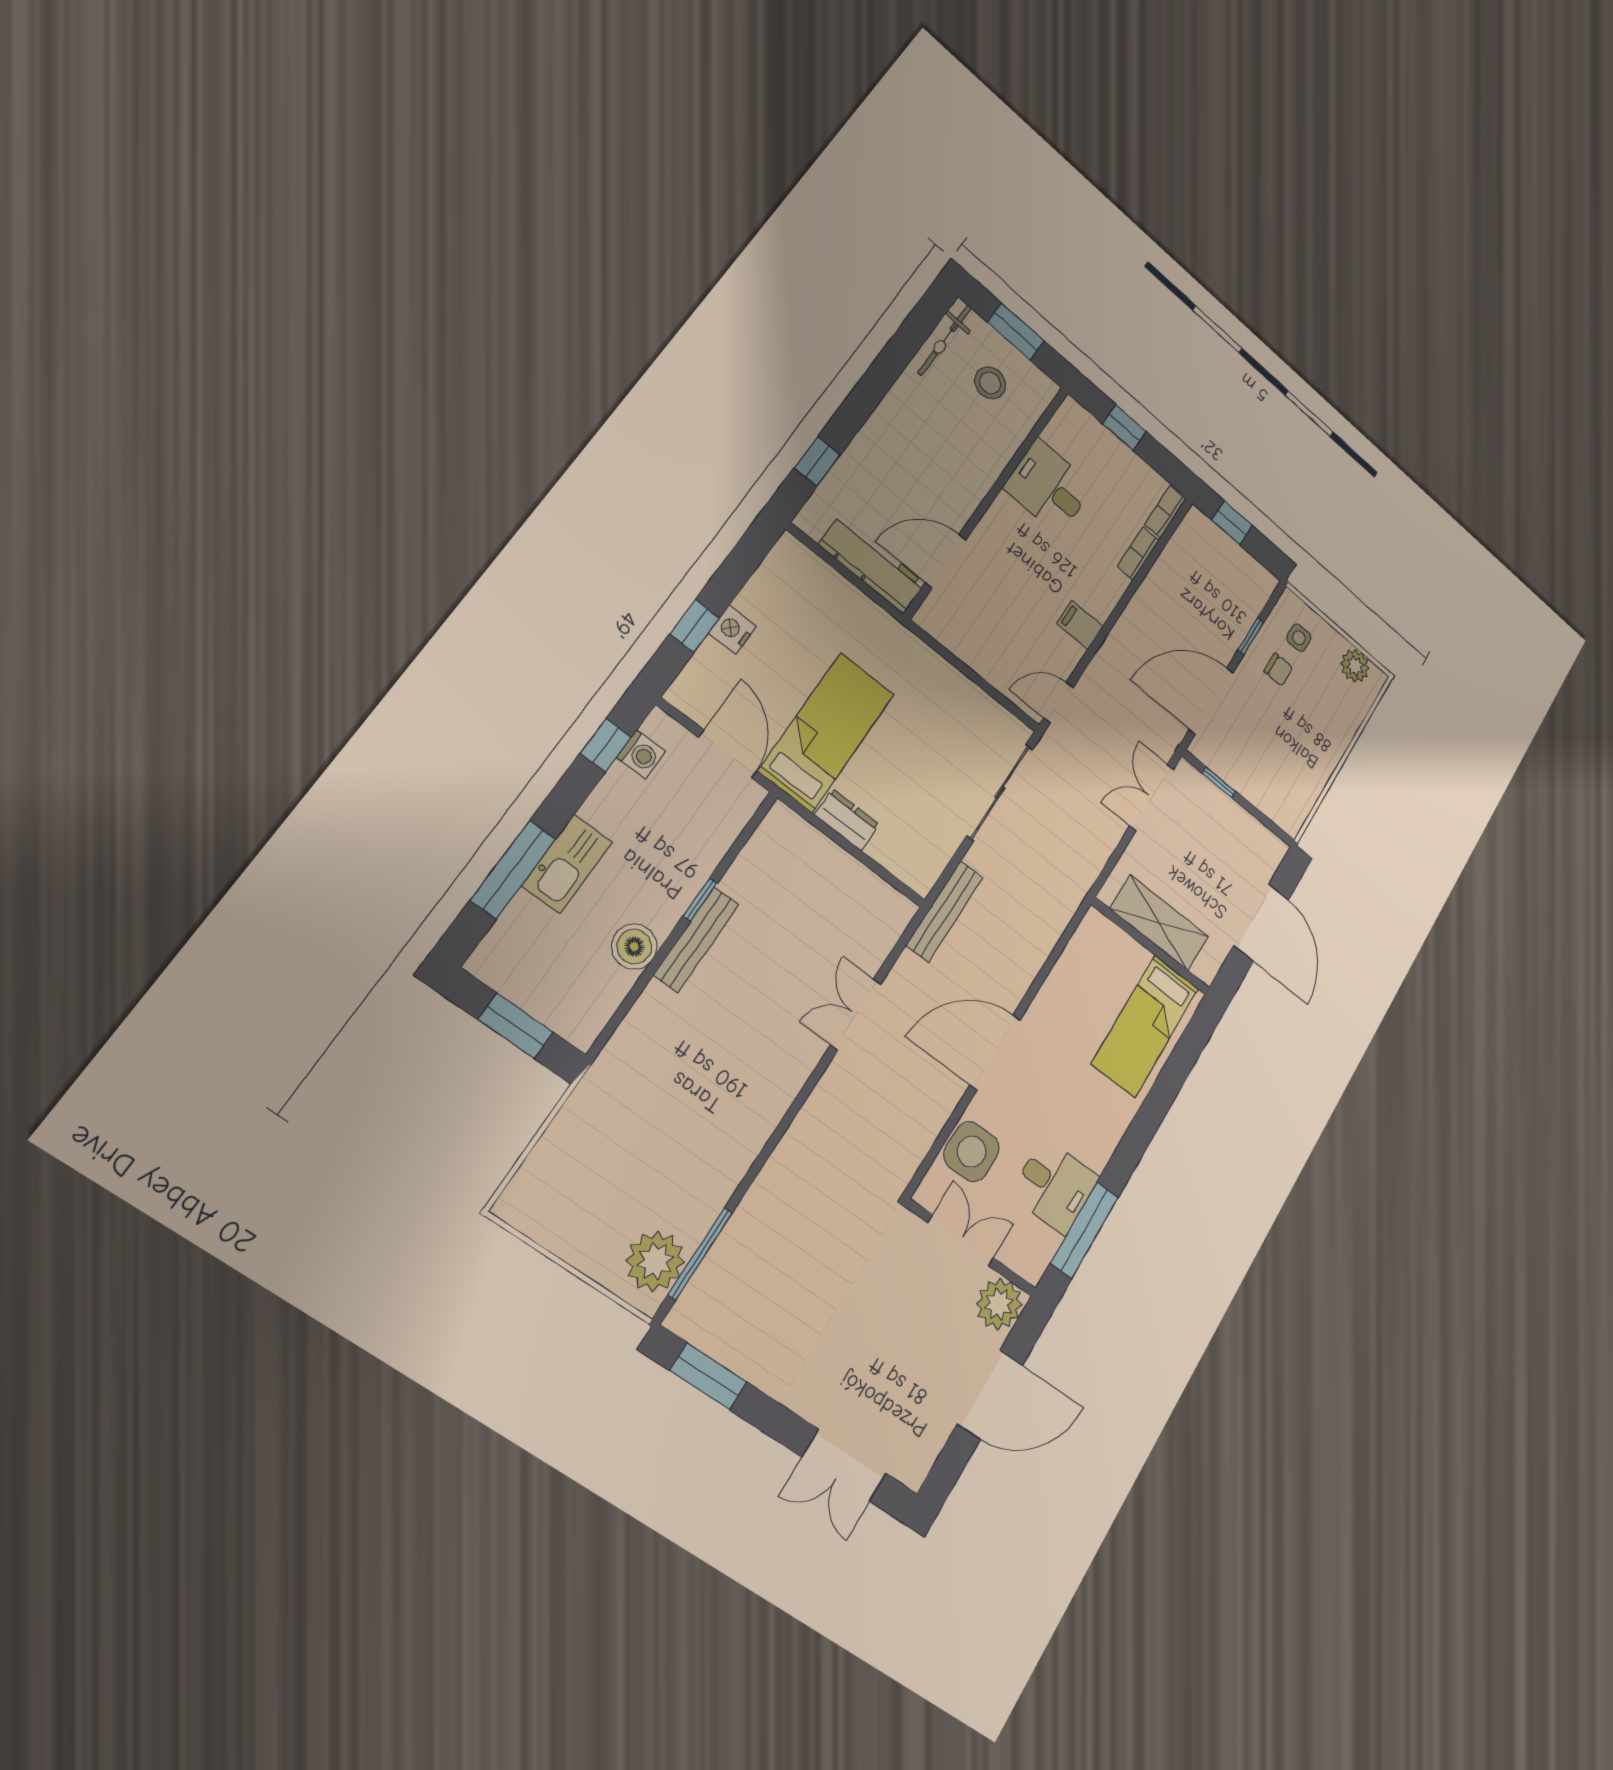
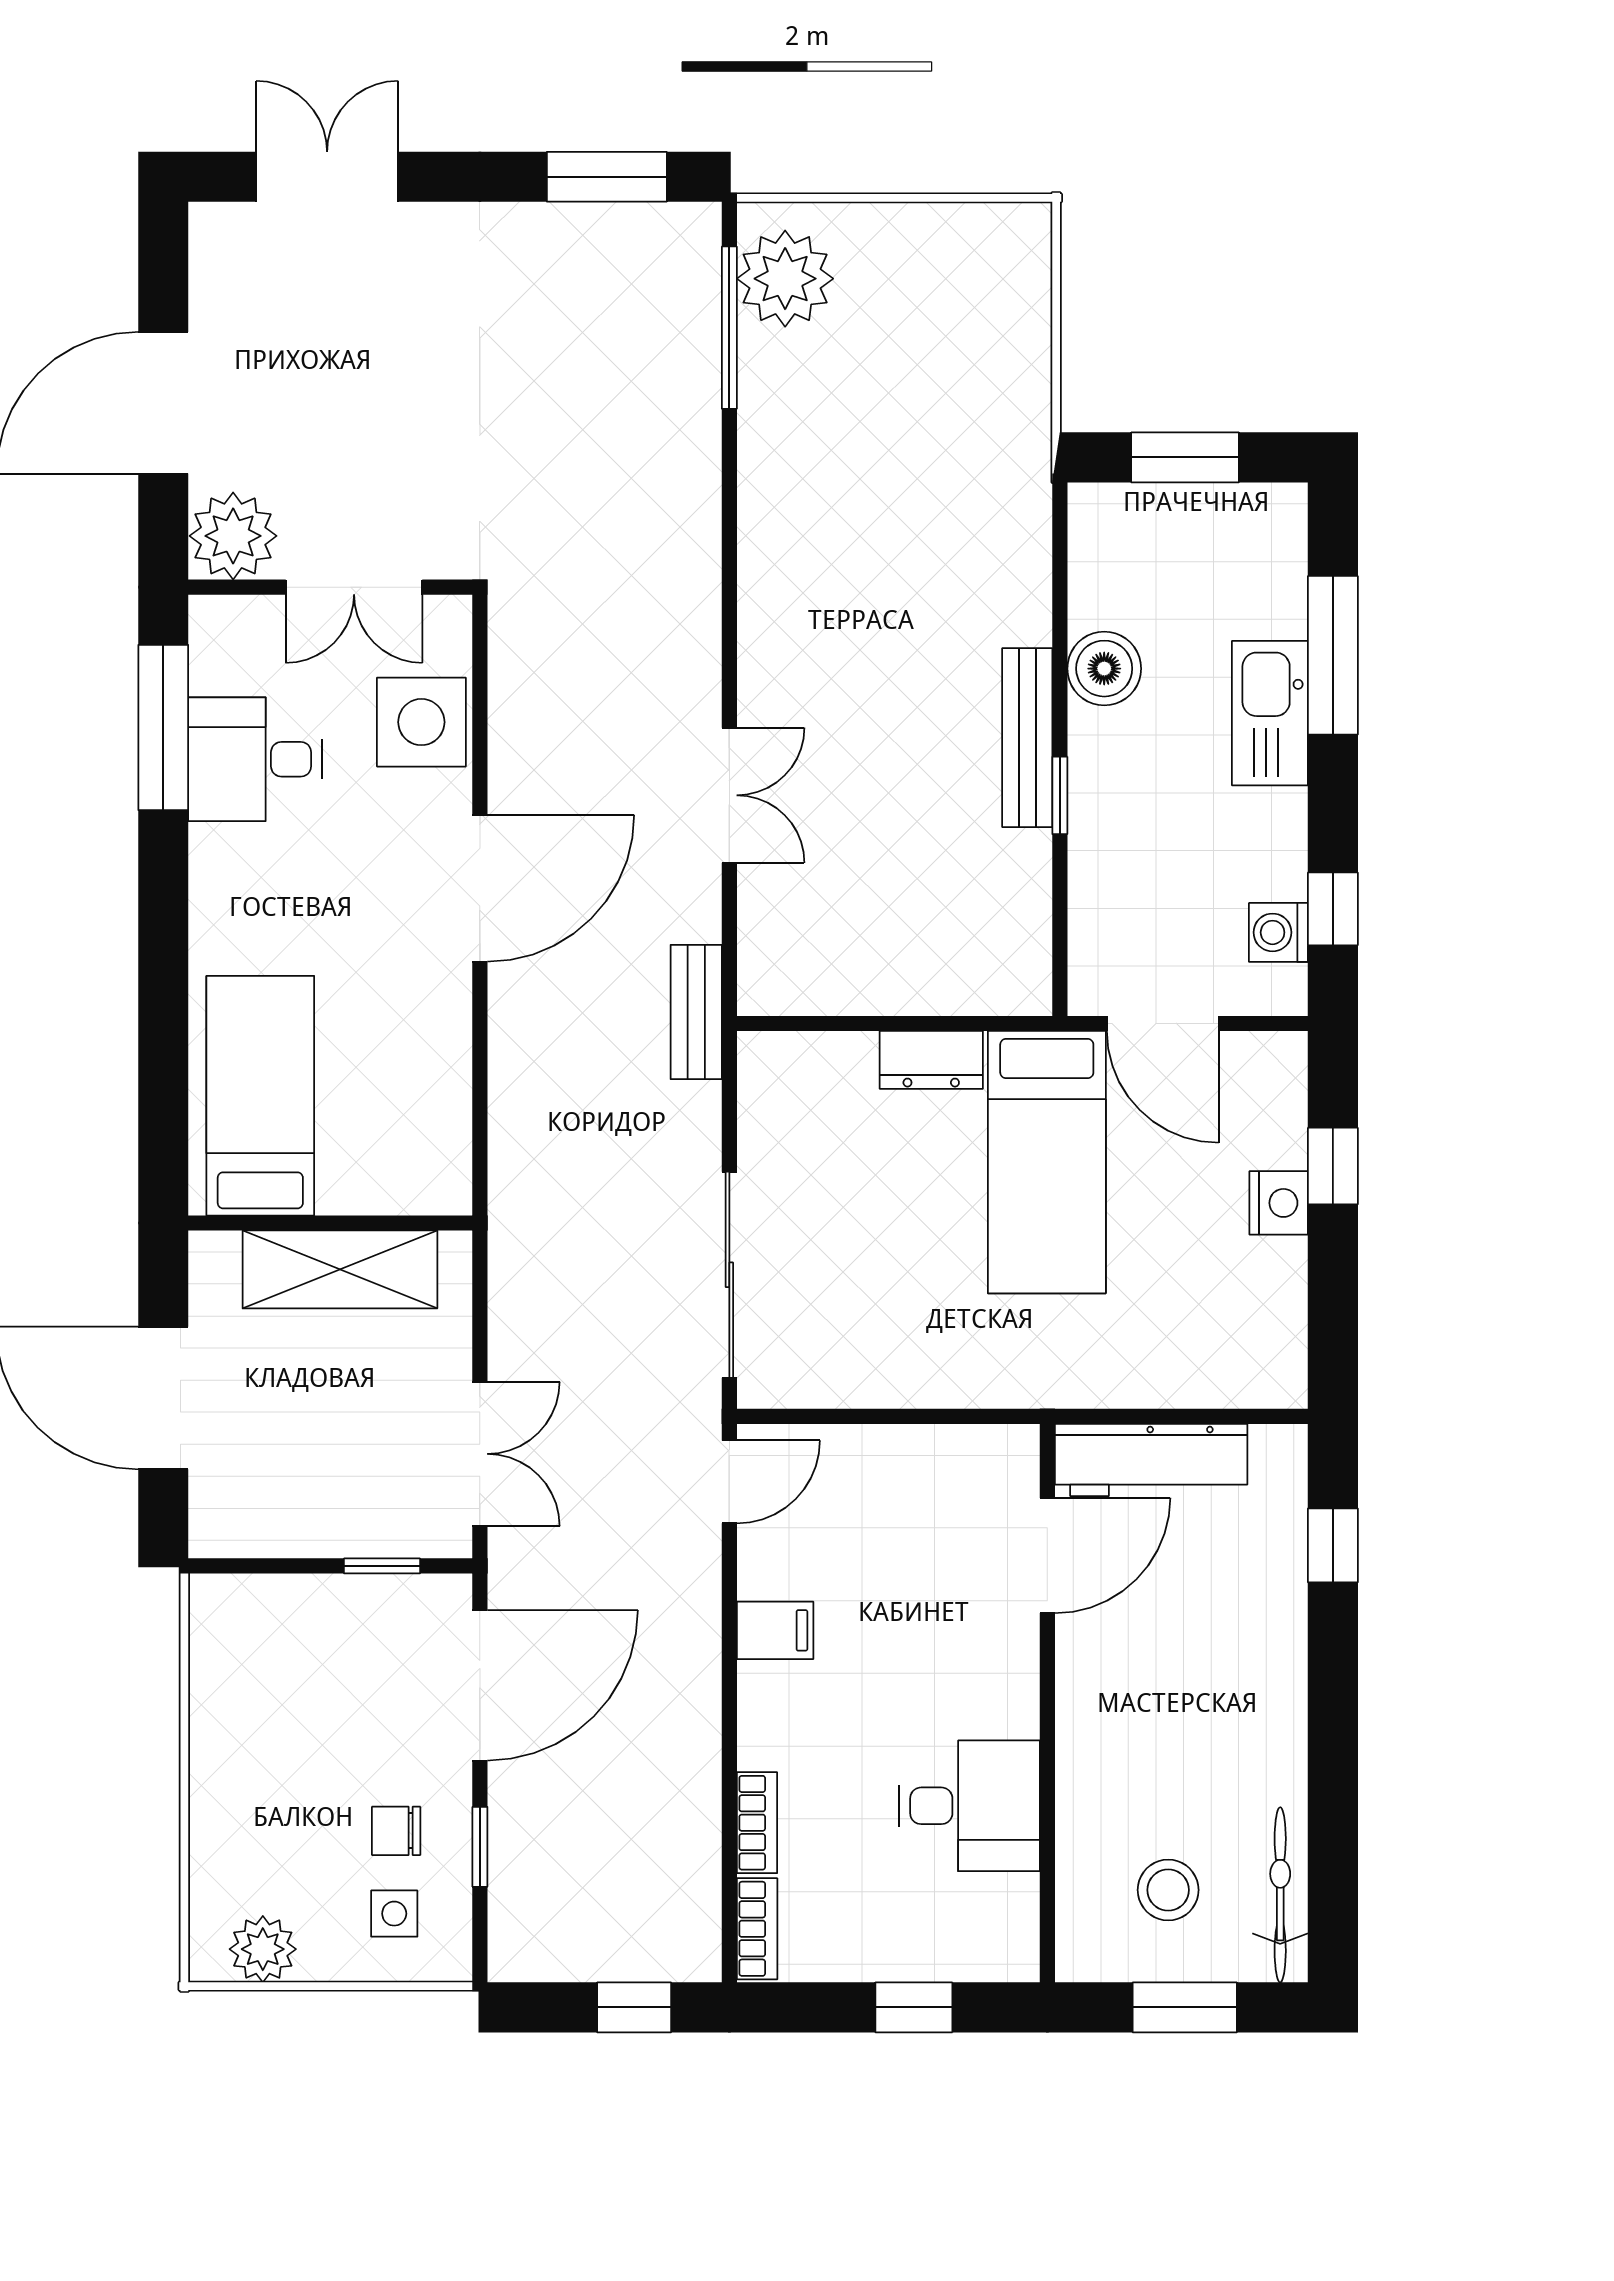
bench: (945, 911) -> (696, 1012), width x0.73

